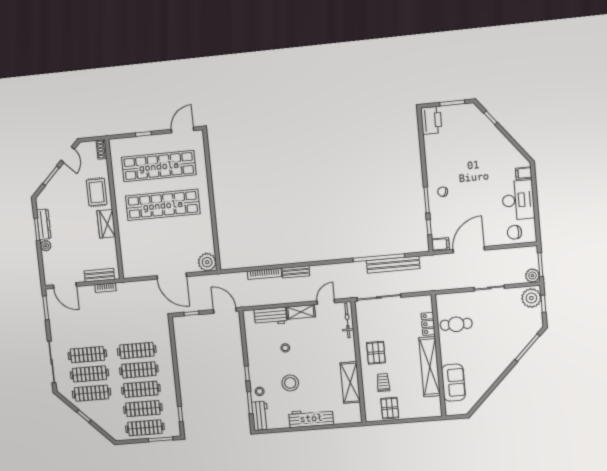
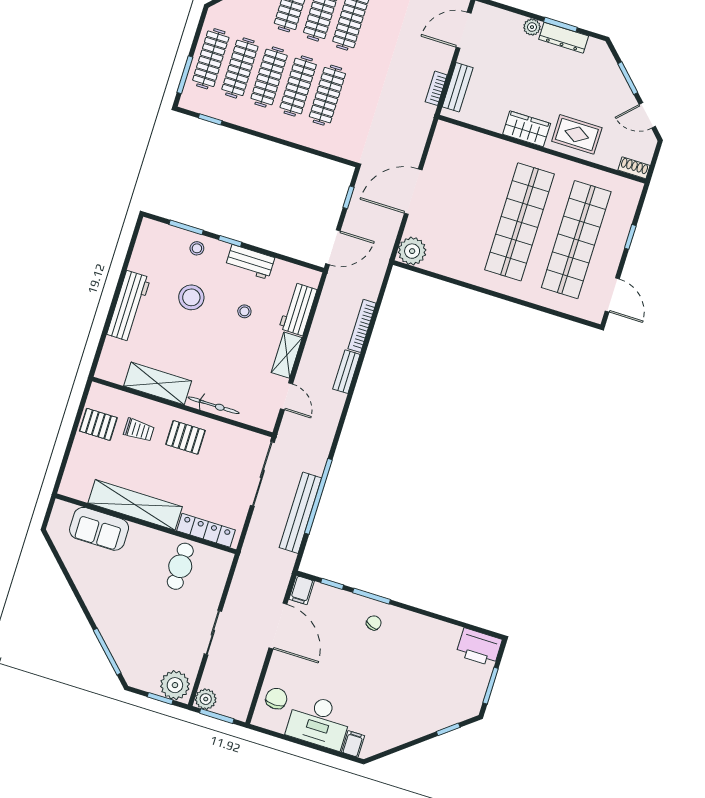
bicycle: (347, 321) -> (214, 405), moved
locker: (428, 324) -> (206, 530), width x1.53
workbench: (260, 416) -> (250, 262), moved

